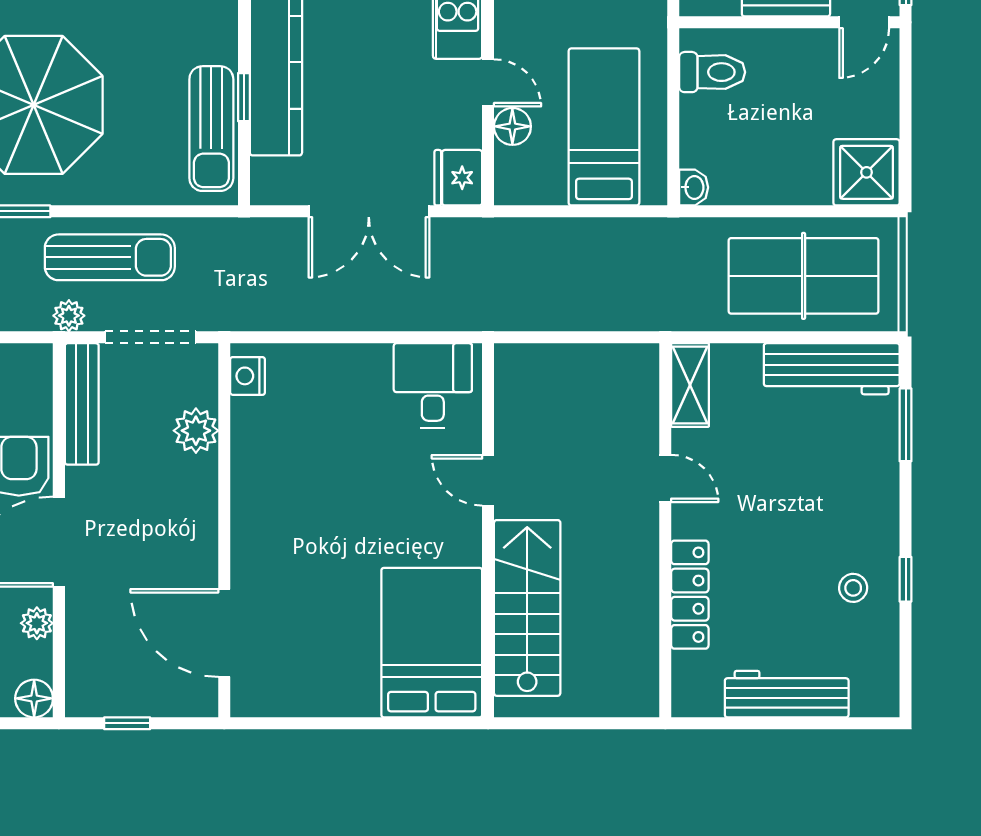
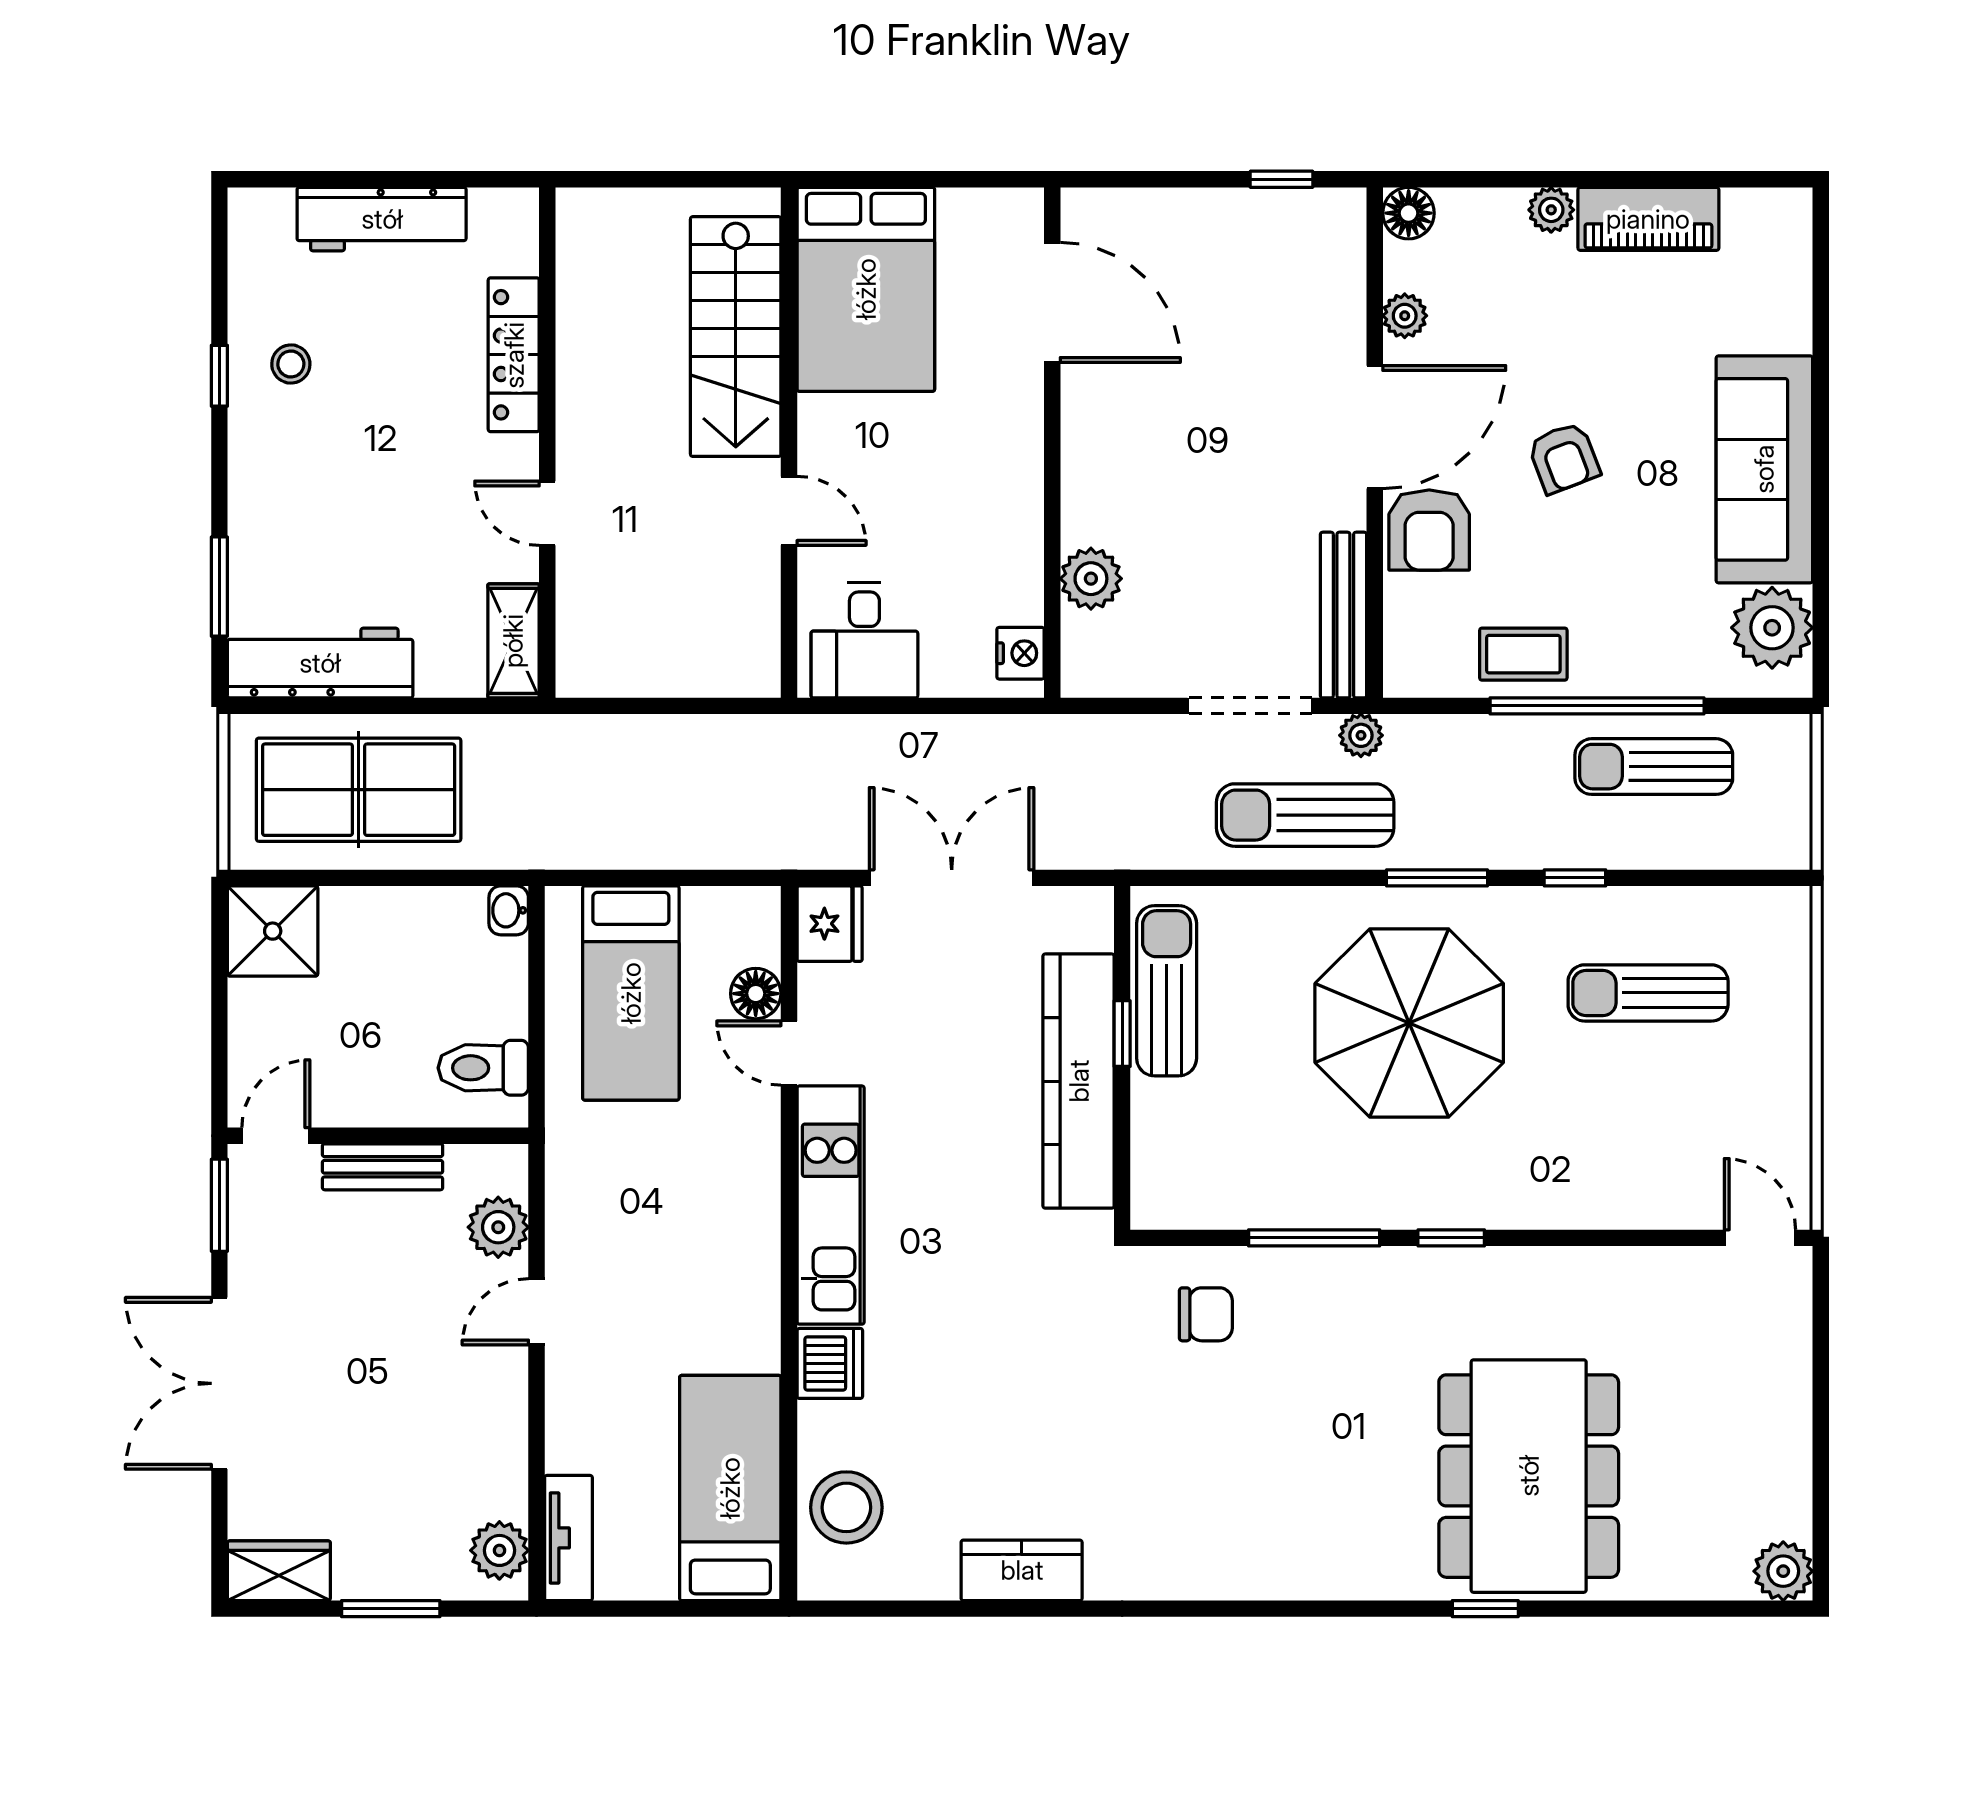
nightstand: (248, 376) -> (1021, 653), moved
plant: (196, 431) -> (1091, 579), moved
wall: (224, 530) -> (1052, 443), moved
door: (224, 633) -> (1052, 302), moved

